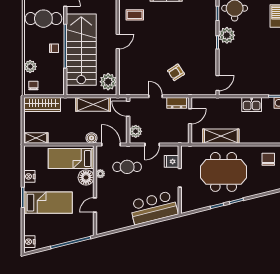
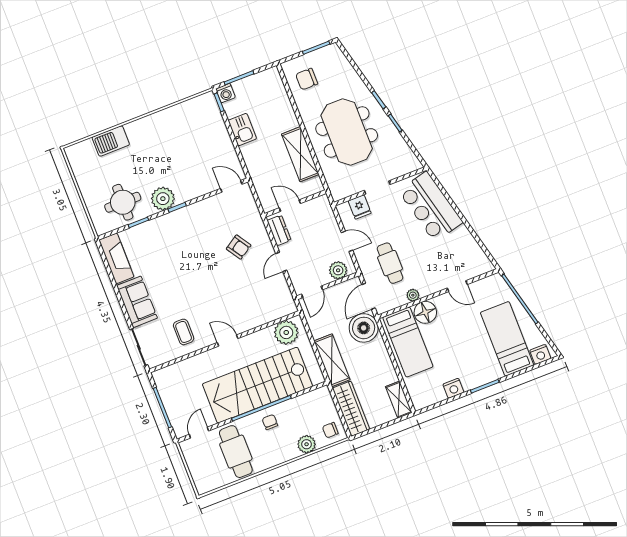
shelving: (93, 104) -> (332, 360), moved
boiler: (92, 138) -> (364, 328), width x1.86, depth x1.86
bed: (48, 203) -> (507, 339), moved

